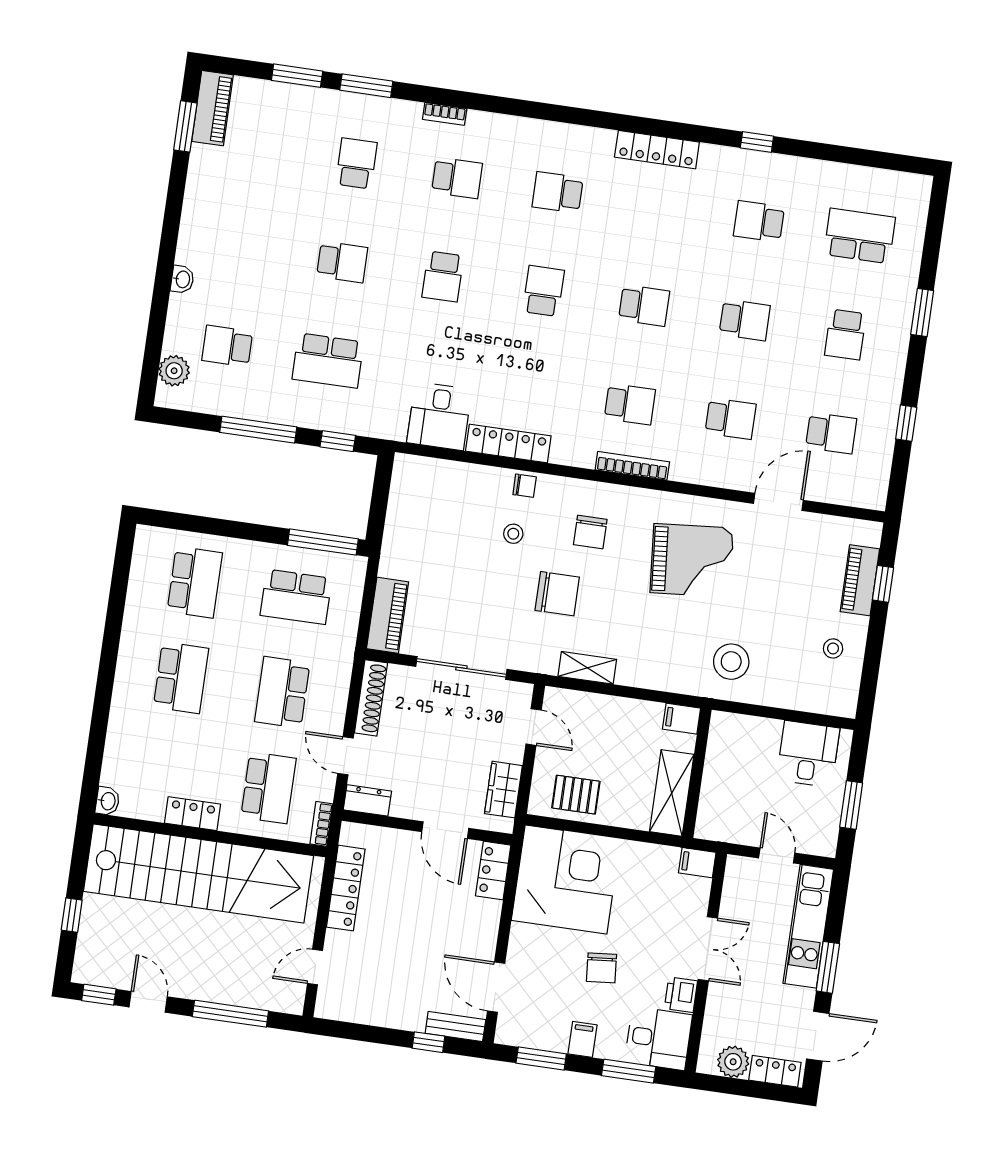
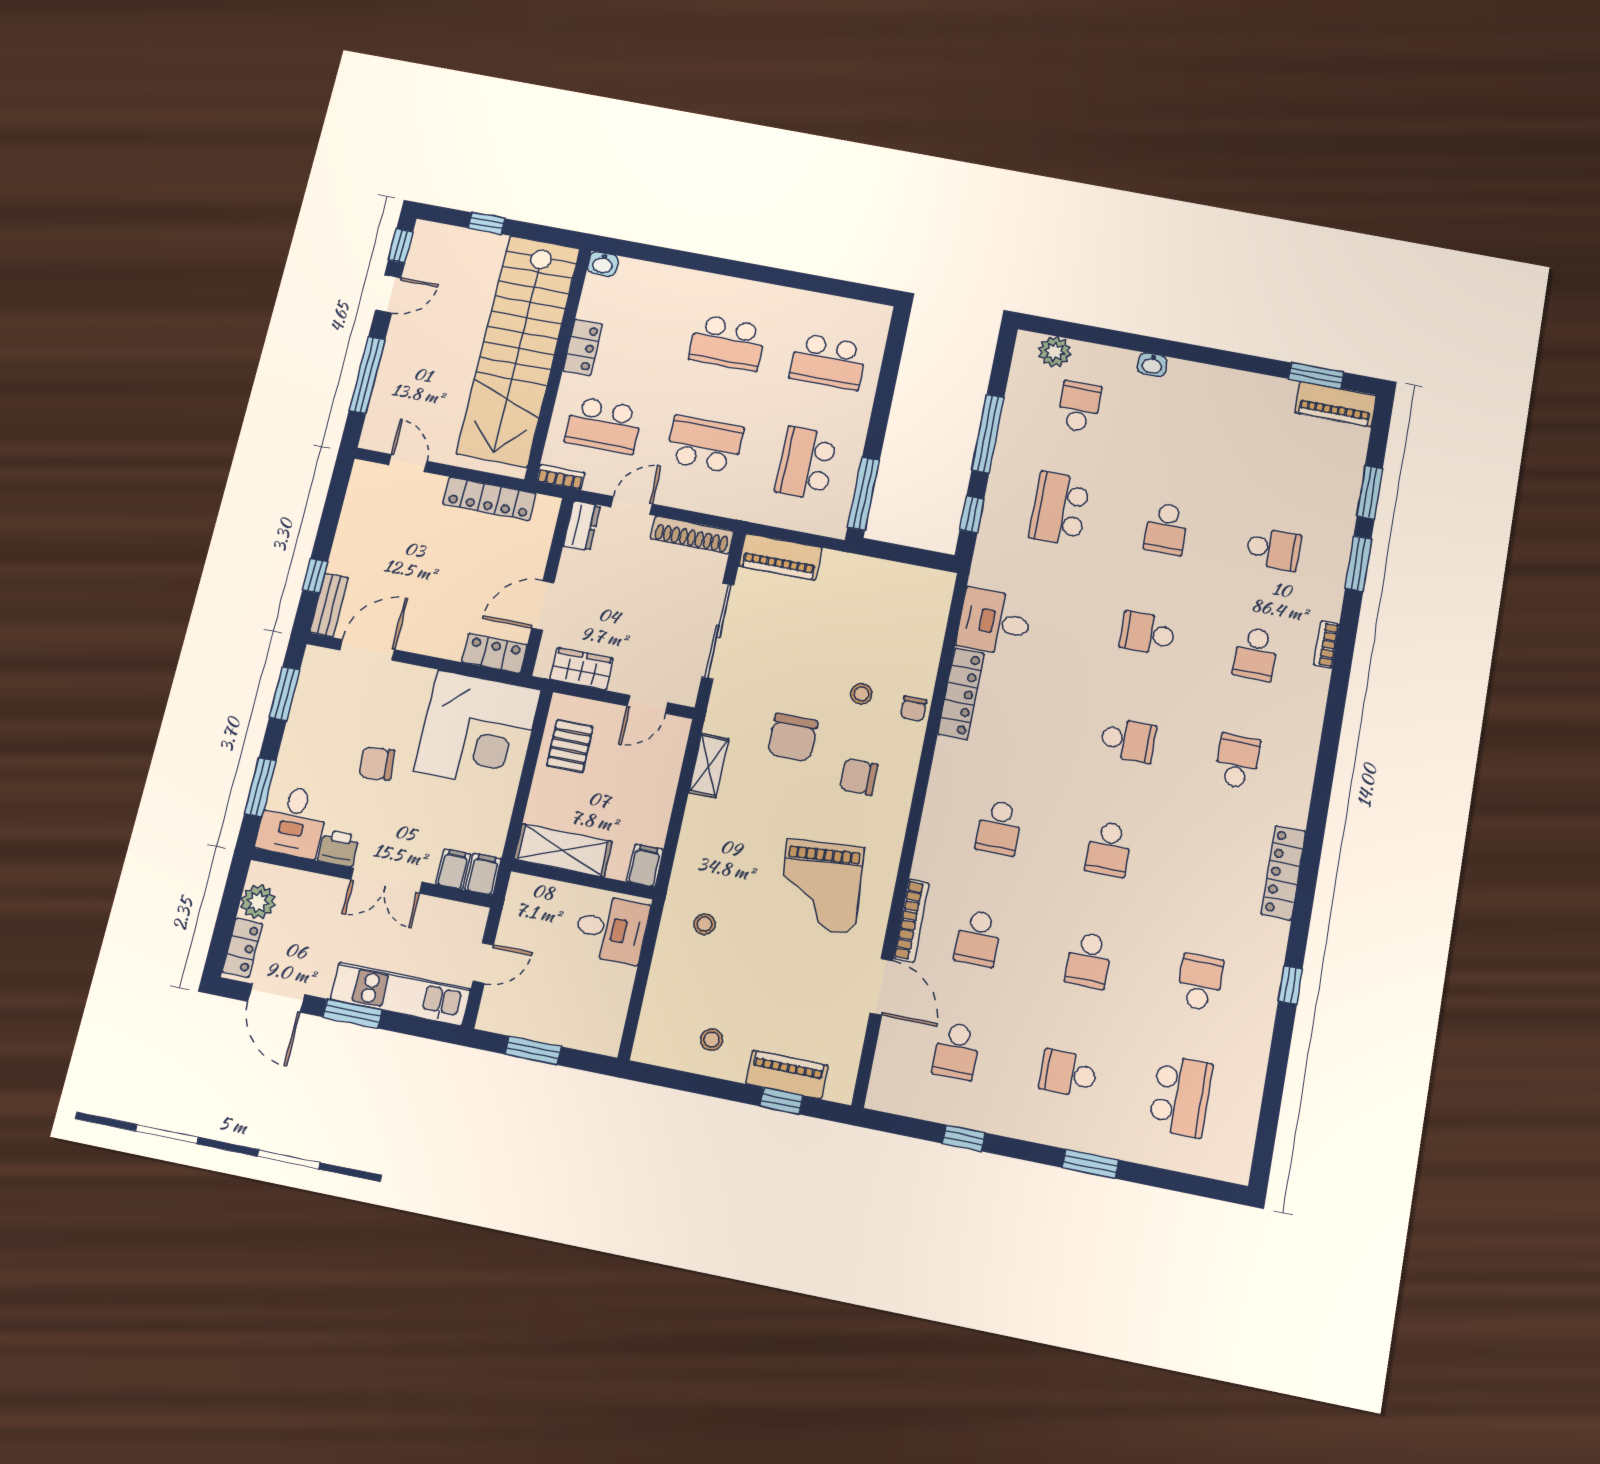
bookcase: (632, 466) -> (911, 921), moved
stool: (731, 662) -> (705, 924), width x0.53, depth x0.53
desk: (808, 754) -> (611, 929), moved
filing cabinet: (582, 1039) -> (453, 869), moved, turned -90

